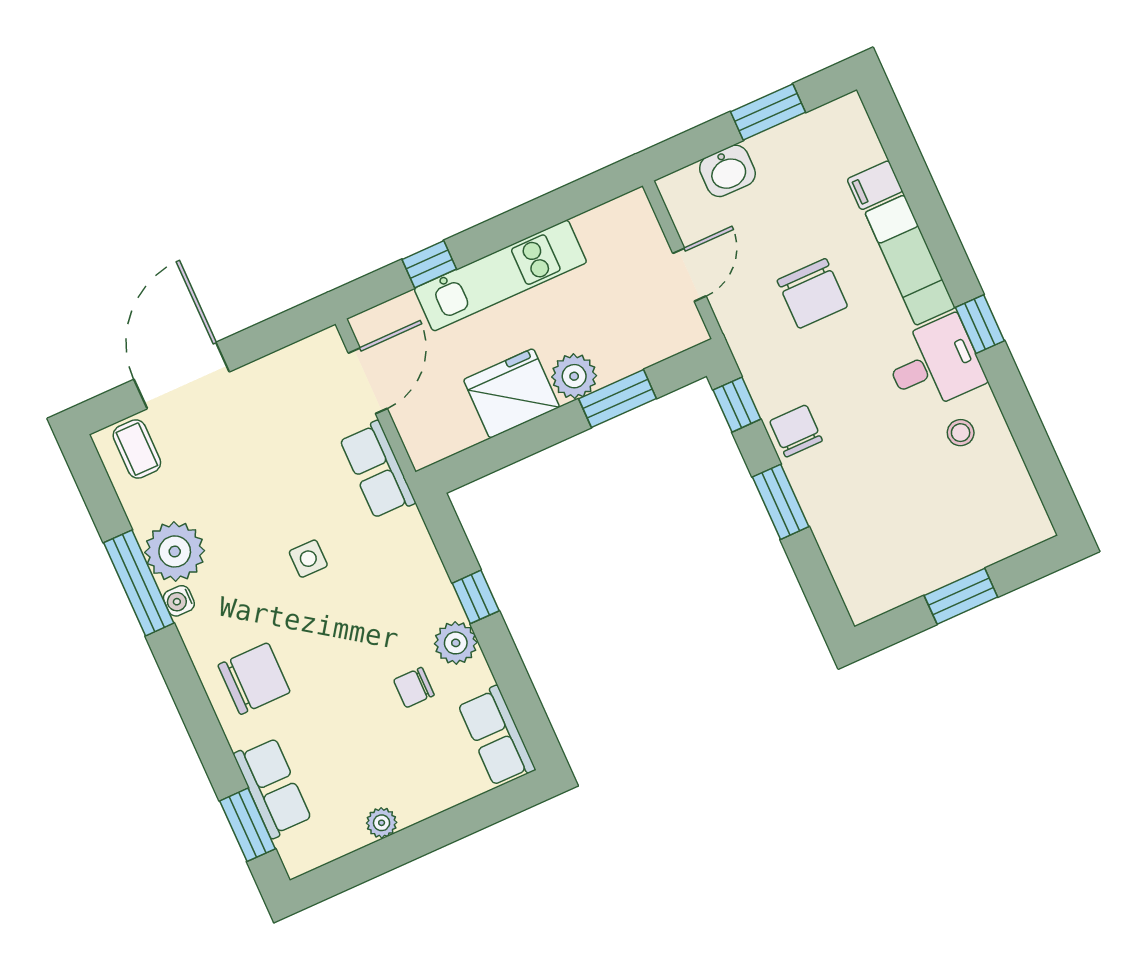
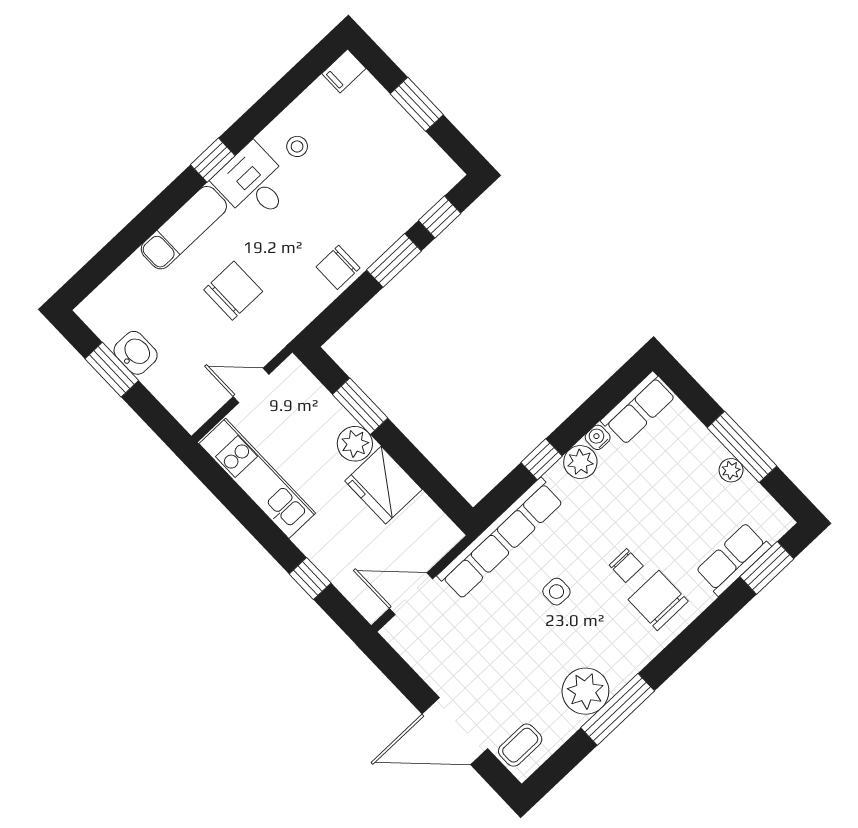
washbasin: (727, 171) -> (136, 353), moved
filing cabinet: (875, 185) -> (344, 71), moved, turned 90
kitchen unit: (500, 276) -> (257, 478), moved
window: (737, 405) -> (440, 217), moved
row of seats: (377, 470) -> (500, 539), width x2.02
water cooler: (179, 601) -> (598, 437), moved, turned 180
chair: (414, 688) -> (626, 566), moved
window: (405, 846) -> (742, 447), added

